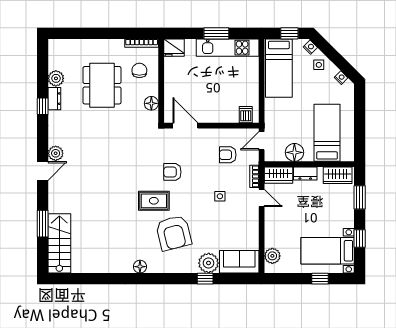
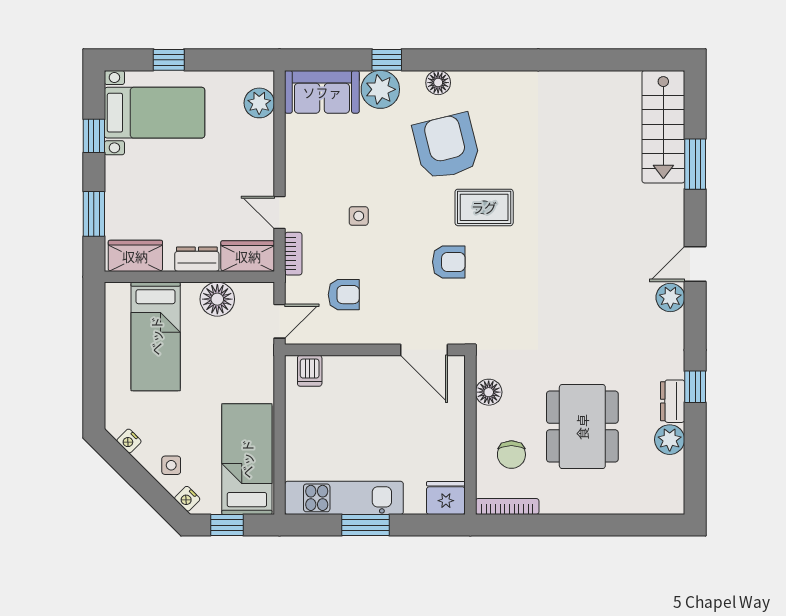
floor lamp: (140, 267) -> (438, 83), moved

